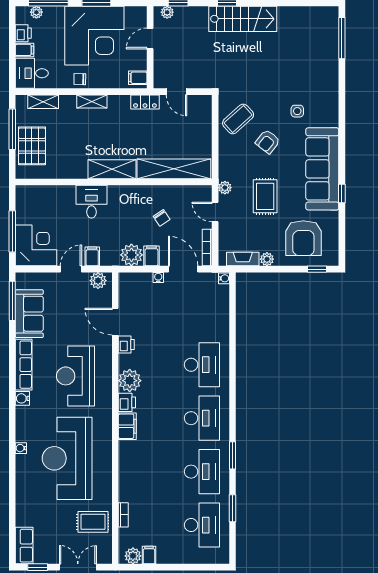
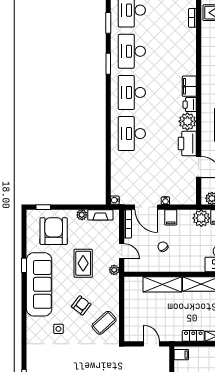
locker: (145, 102) -> (193, 336), moved
shelving: (174, 169) -> (162, 284), width x0.68
plant: (131, 255) -> (201, 218), moved
printer: (126, 344) -> (187, 143), width x1.87, depth x1.48

